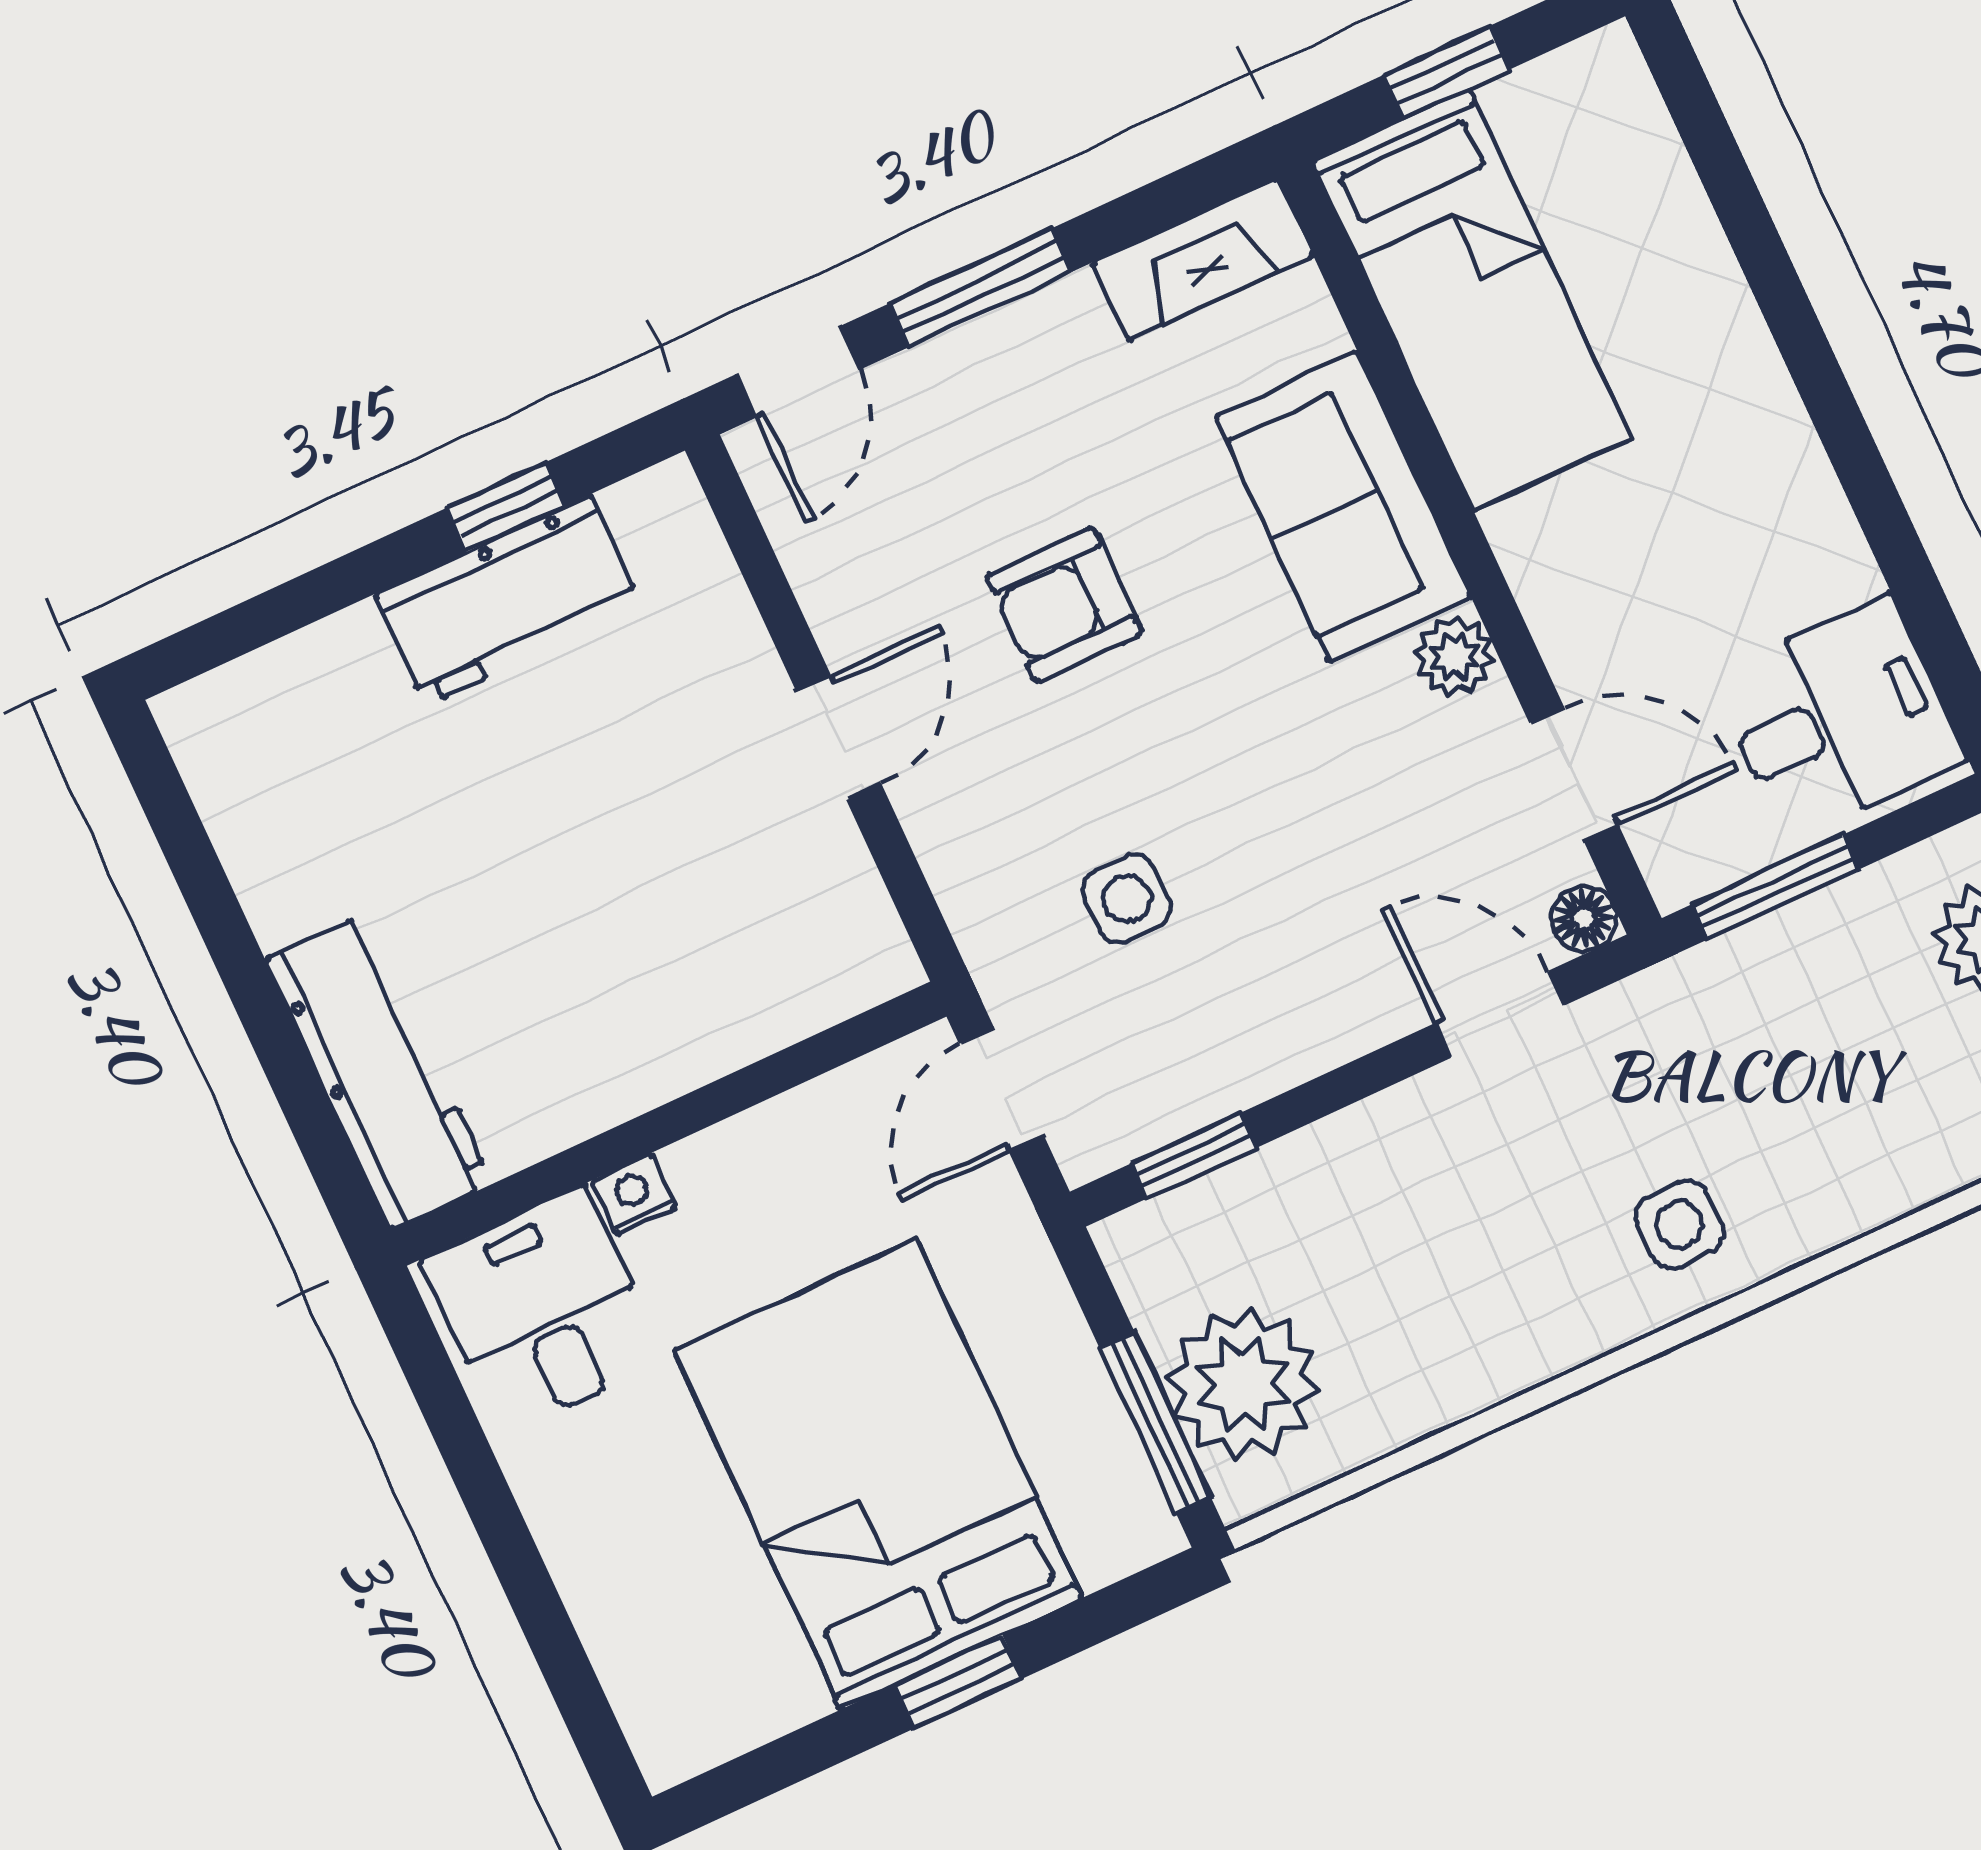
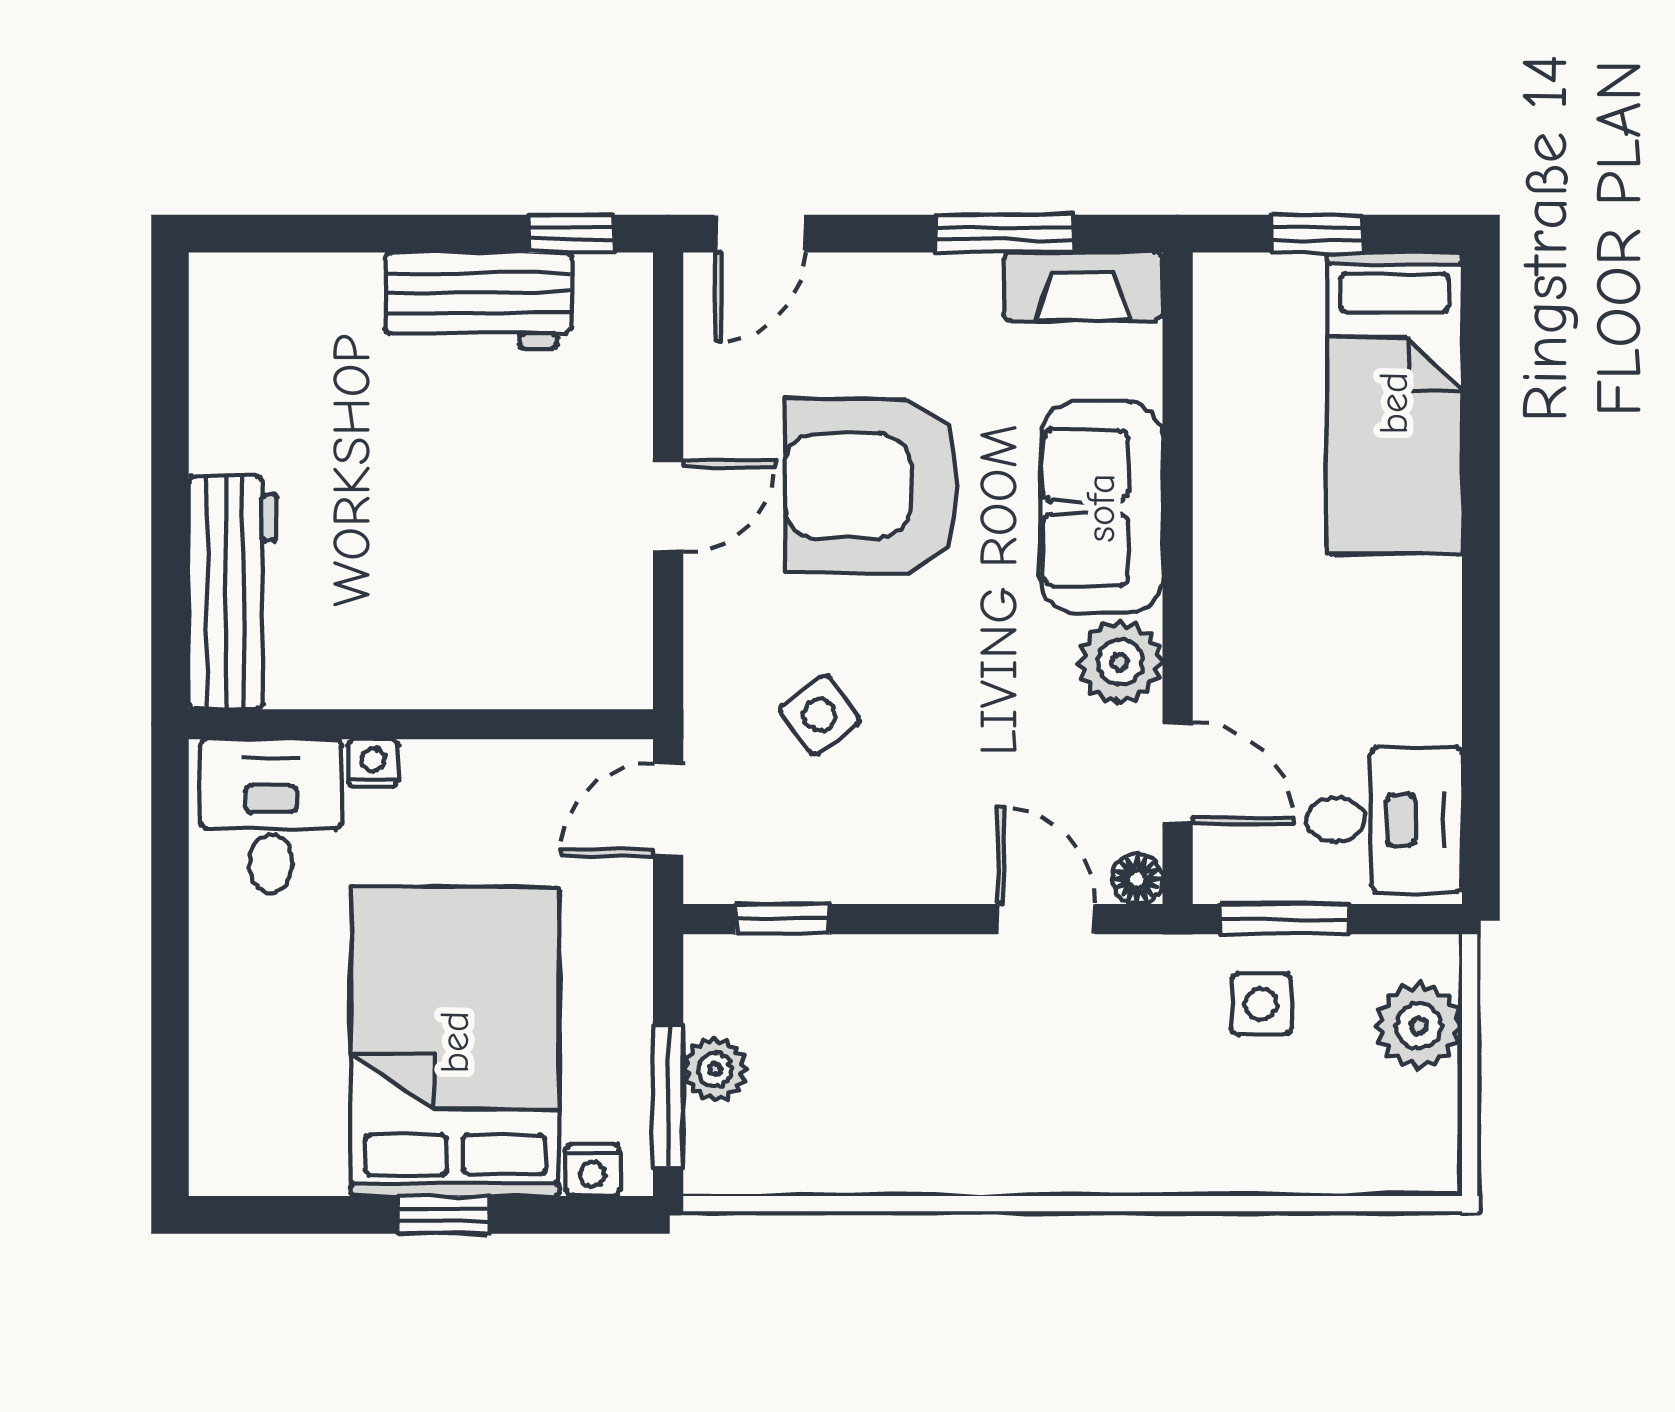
window: (981, 287) -> (1005, 234), moved
bed: (1472, 300) -> (1394, 403), moved
window: (506, 507) -> (571, 234), moved
armchair: (1064, 605) -> (872, 486), width x1.88, depth x1.88
plant: (1455, 656) -> (1120, 662), width x1.38, depth x1.38
side table: (1127, 899) -> (820, 715), turned -36
side table: (1679, 1224) -> (1261, 1004), moved
plant: (1243, 1384) -> (715, 1069), width x0.53, depth x0.53
nightstand: (1107, 1550) -> (593, 1170), added

